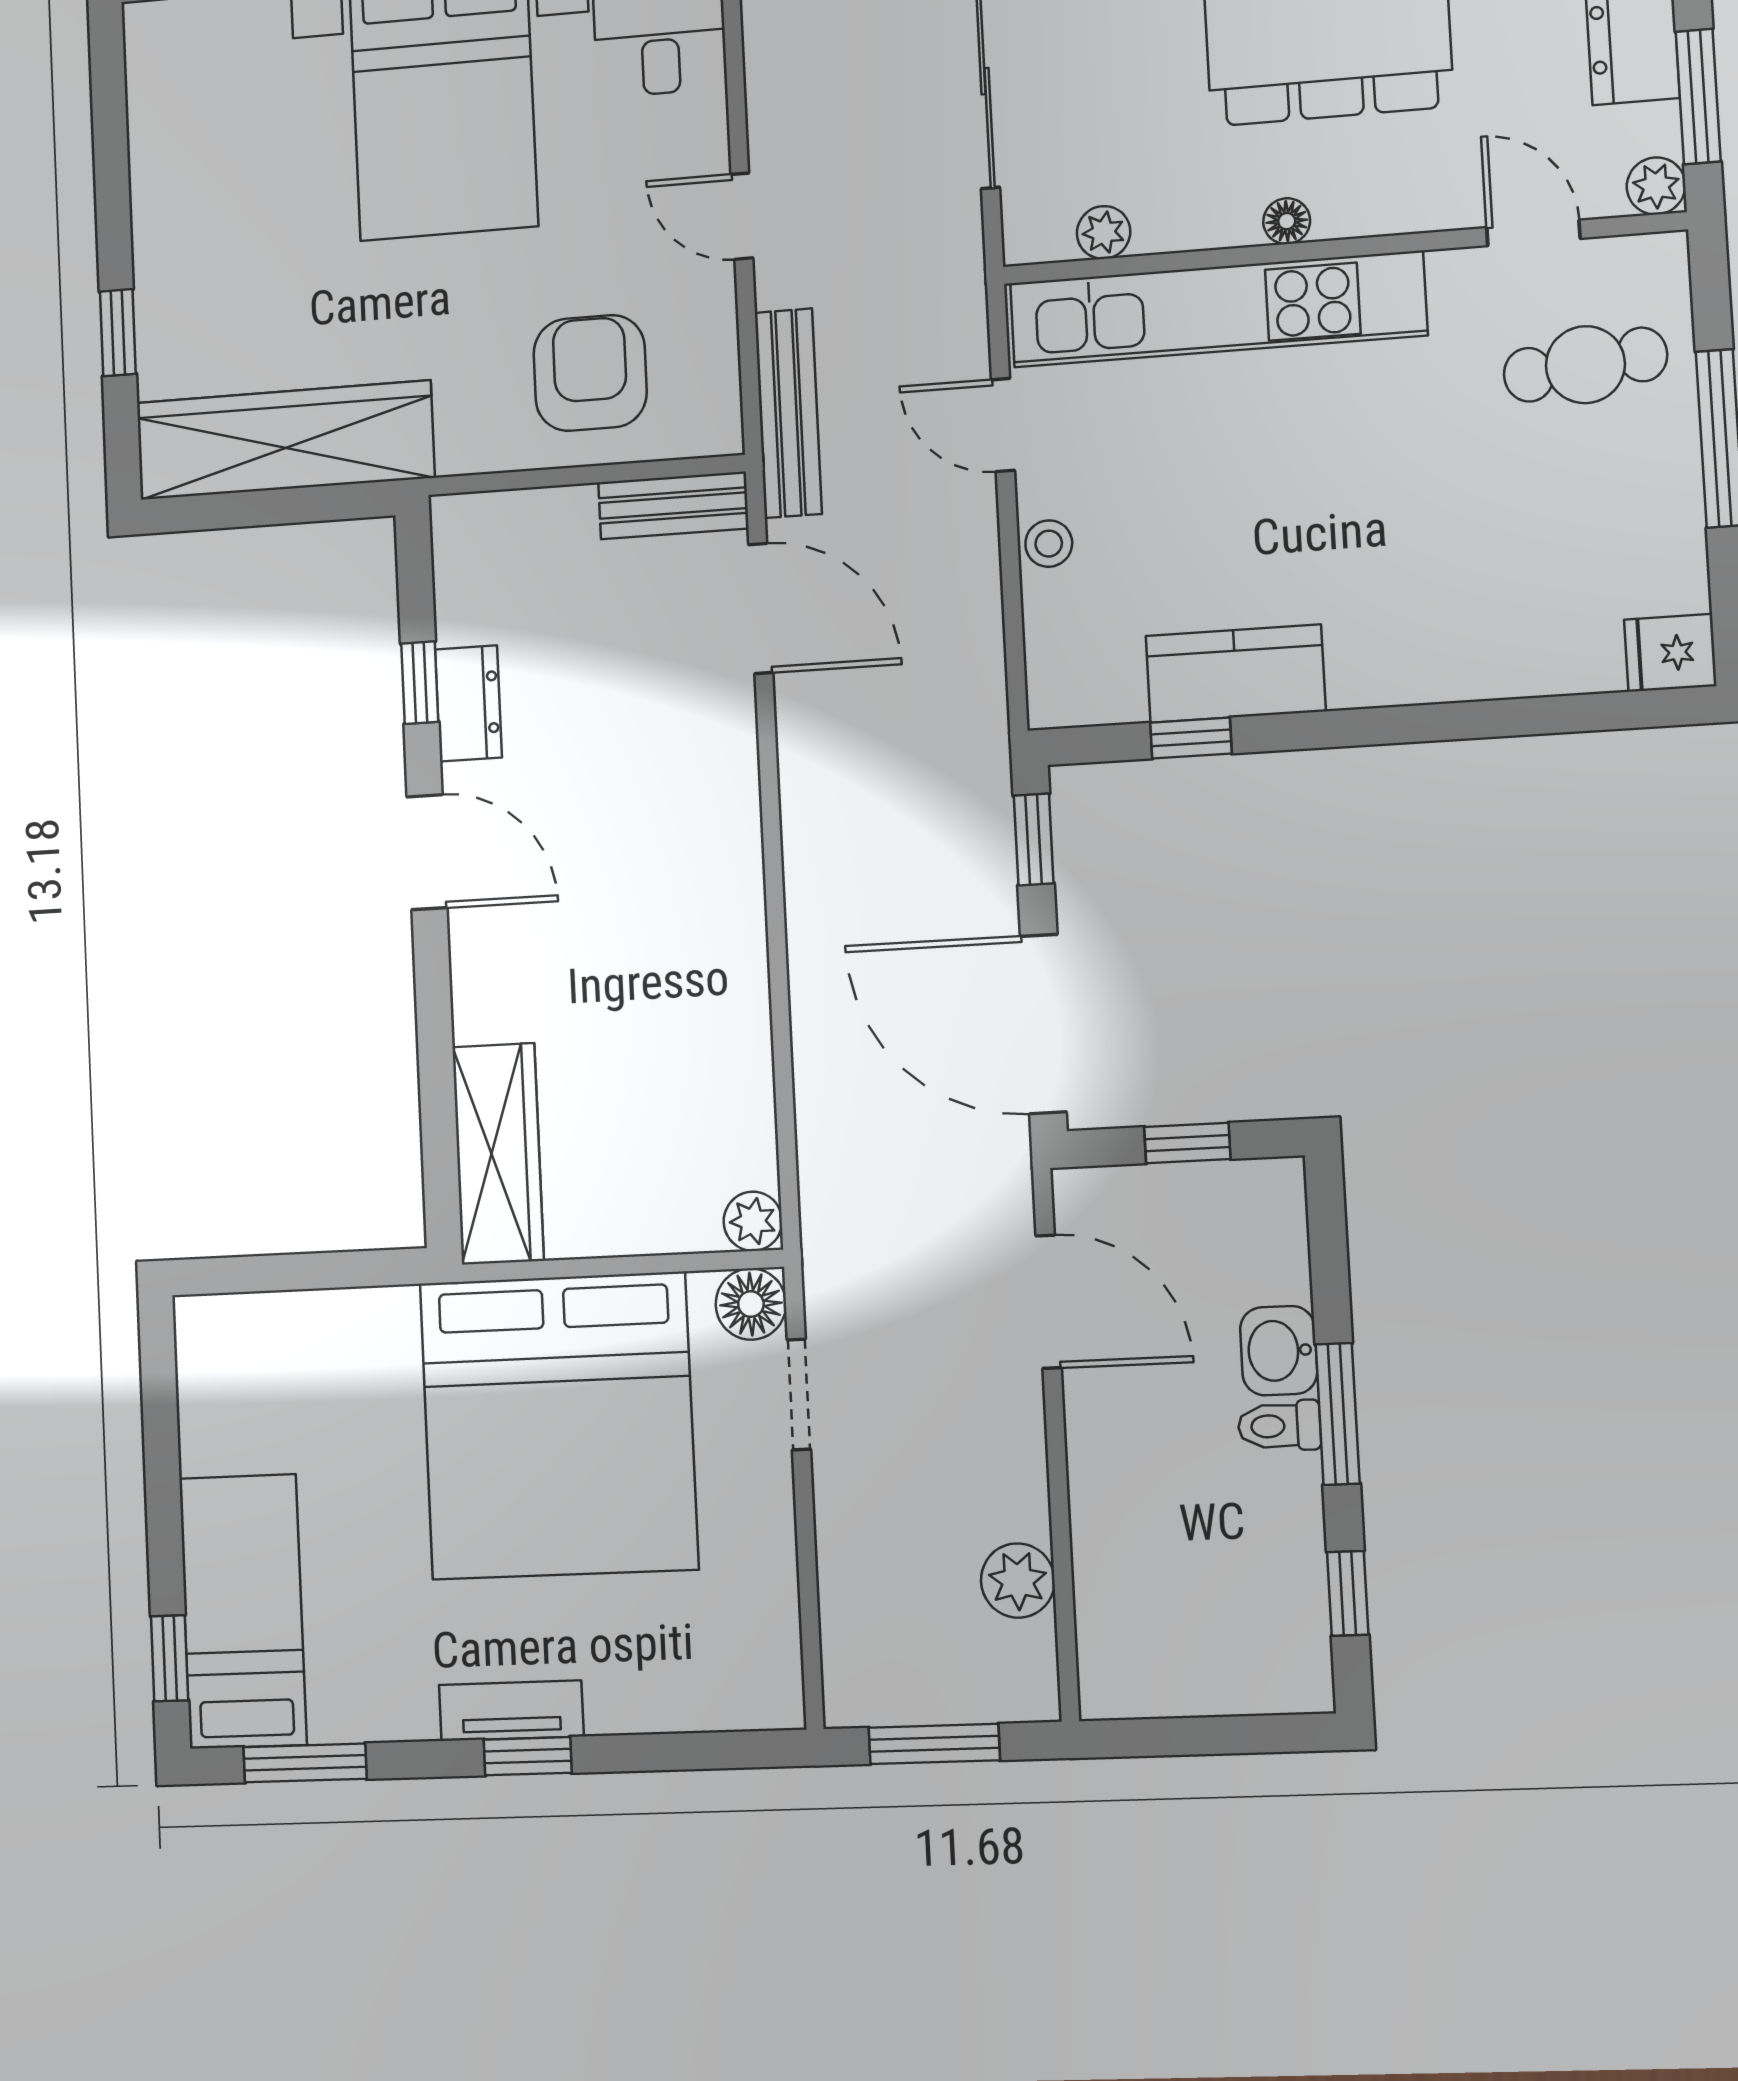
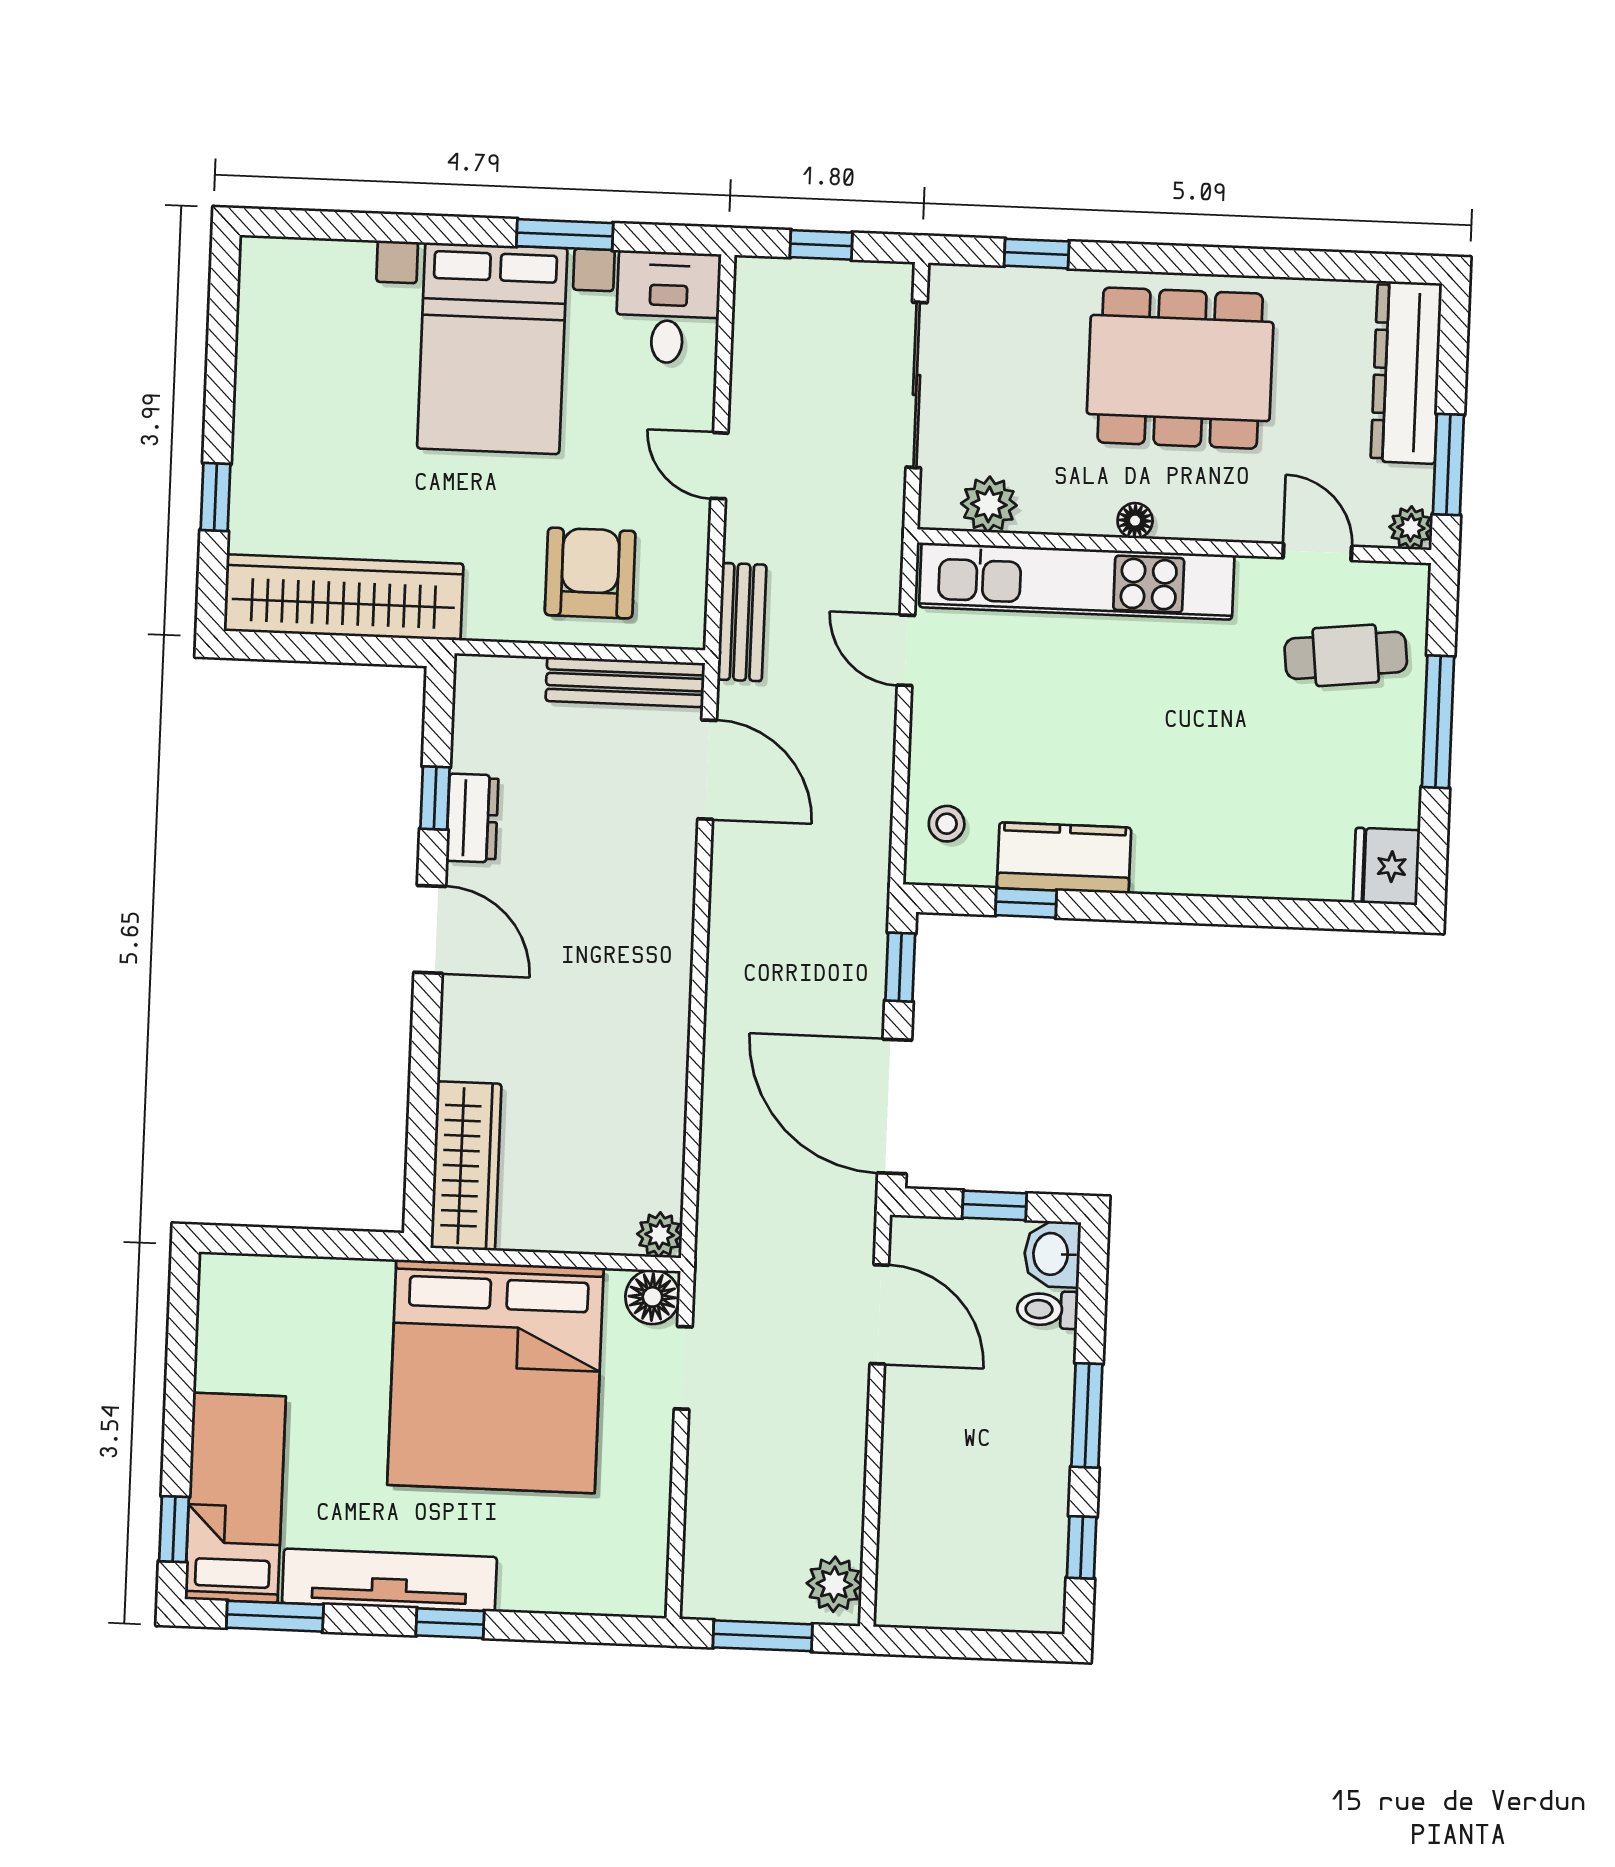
plant: (1104, 232) -> (989, 504), width x1.38, depth x1.38
bench: (788, 413) -> (742, 622), width x0.73
bench: (673, 505) -> (625, 682), width x1.36
stool: (1049, 544) -> (947, 824), moved
fridge: (1670, 653) -> (1387, 866), width x1.38
washbasin: (1279, 1351) -> (1052, 1254), moved
toilet: (1279, 1426) -> (1047, 1309), moved
plant: (1018, 1581) -> (834, 1584), moved
tv unit: (511, 1711) -> (389, 1580), width x1.92, depth x1.29

